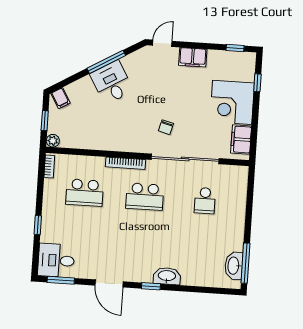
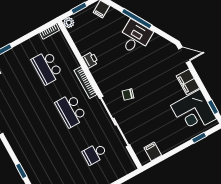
window: (106, 62) -> (137, 19), moved
corner desk: (232, 102) -> (193, 112), moved, turned -90
filing cabinet: (241, 139) -> (153, 152), width x0.50
printer: (105, 143) -> (90, 60), added
washbasin: (167, 276) -> (26, 161), removed
window: (151, 286) -> (21, 171), moved

